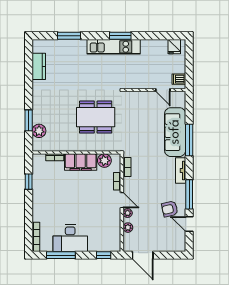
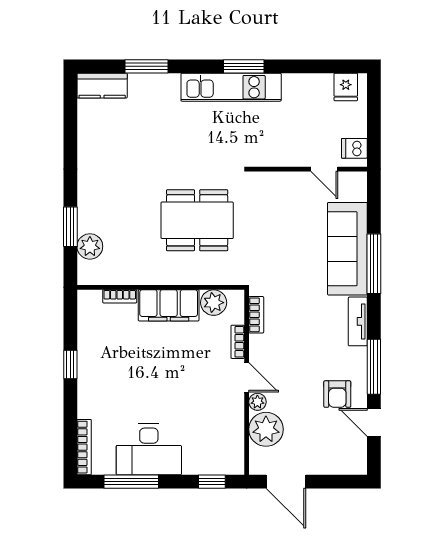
kitchen counter: (39, 66) -> (102, 86), moved, turned 90
window: (29, 182) -> (70, 364), moved
armchair: (170, 209) -> (337, 394), turned -77
plant: (128, 228) -> (266, 429), width x1.88, depth x1.88

